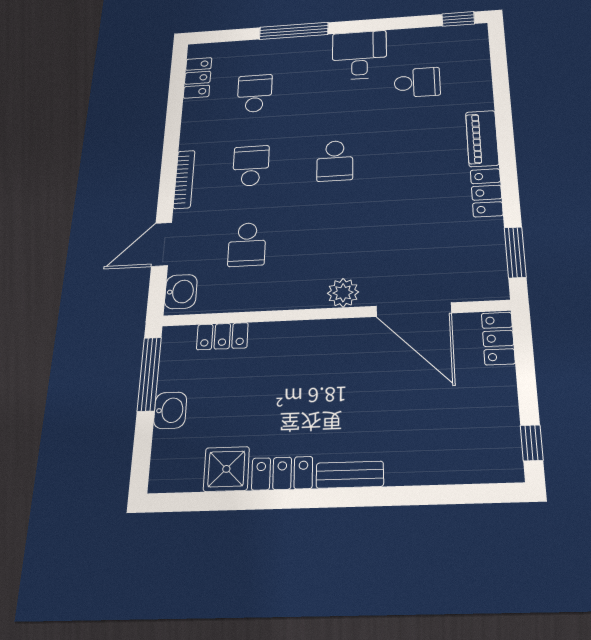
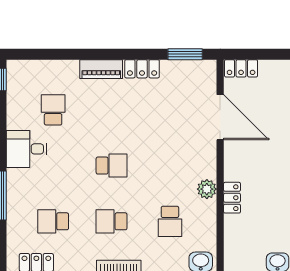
school desk: (247, 244) -> (170, 221), turned 90
plant: (343, 293) -> (207, 189), moved
door: (414, 310) -> (220, 117), hinge flipped
locker: (222, 336) -> (232, 198), moved

